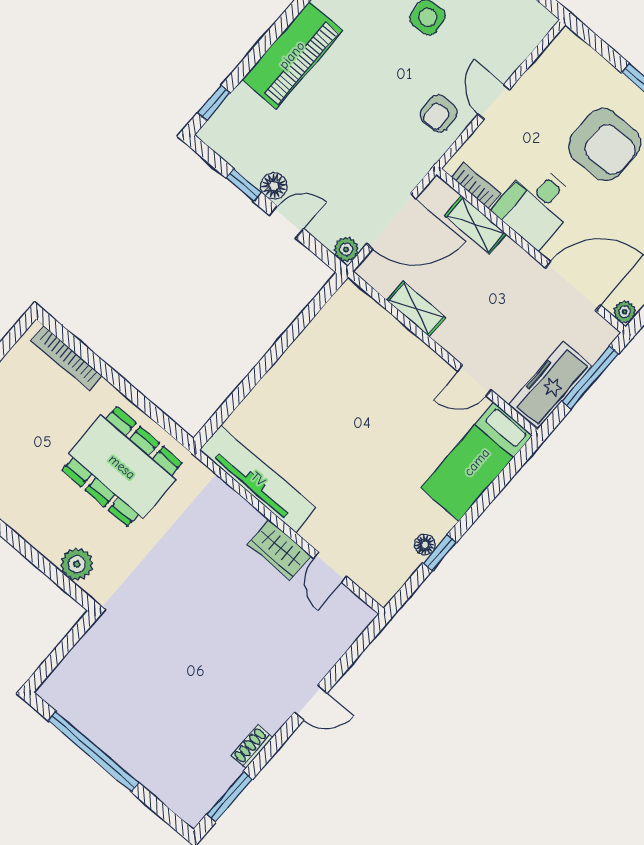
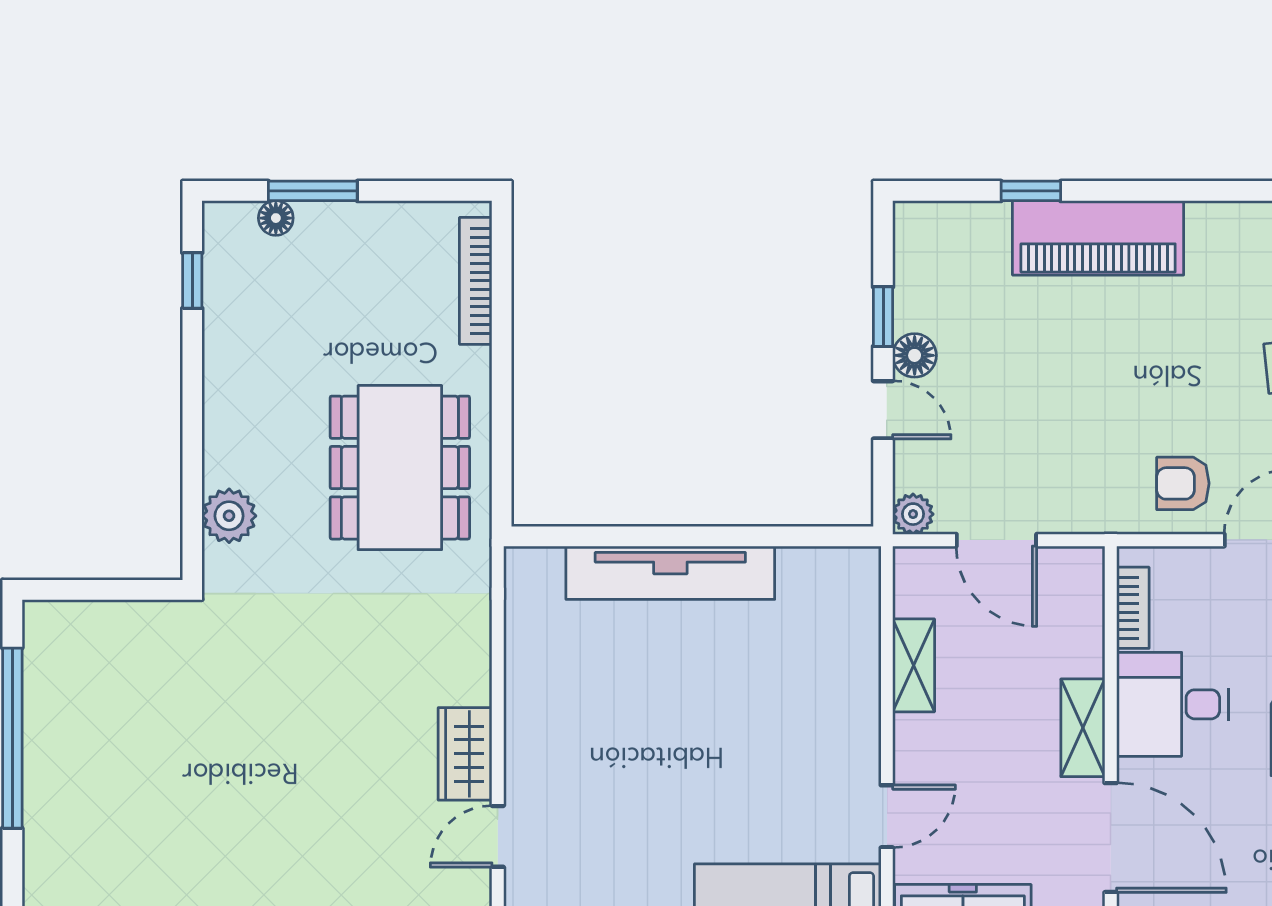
window: (214, 103) -> (1031, 191), moved
door: (391, 221) -> (996, 540), width x0.73
shelving: (476, 225) -> (1083, 728), moved
door: (475, 381) -> (887, 816), swing flipped
tv unit: (258, 479) -> (670, 573), moved, turned 90

